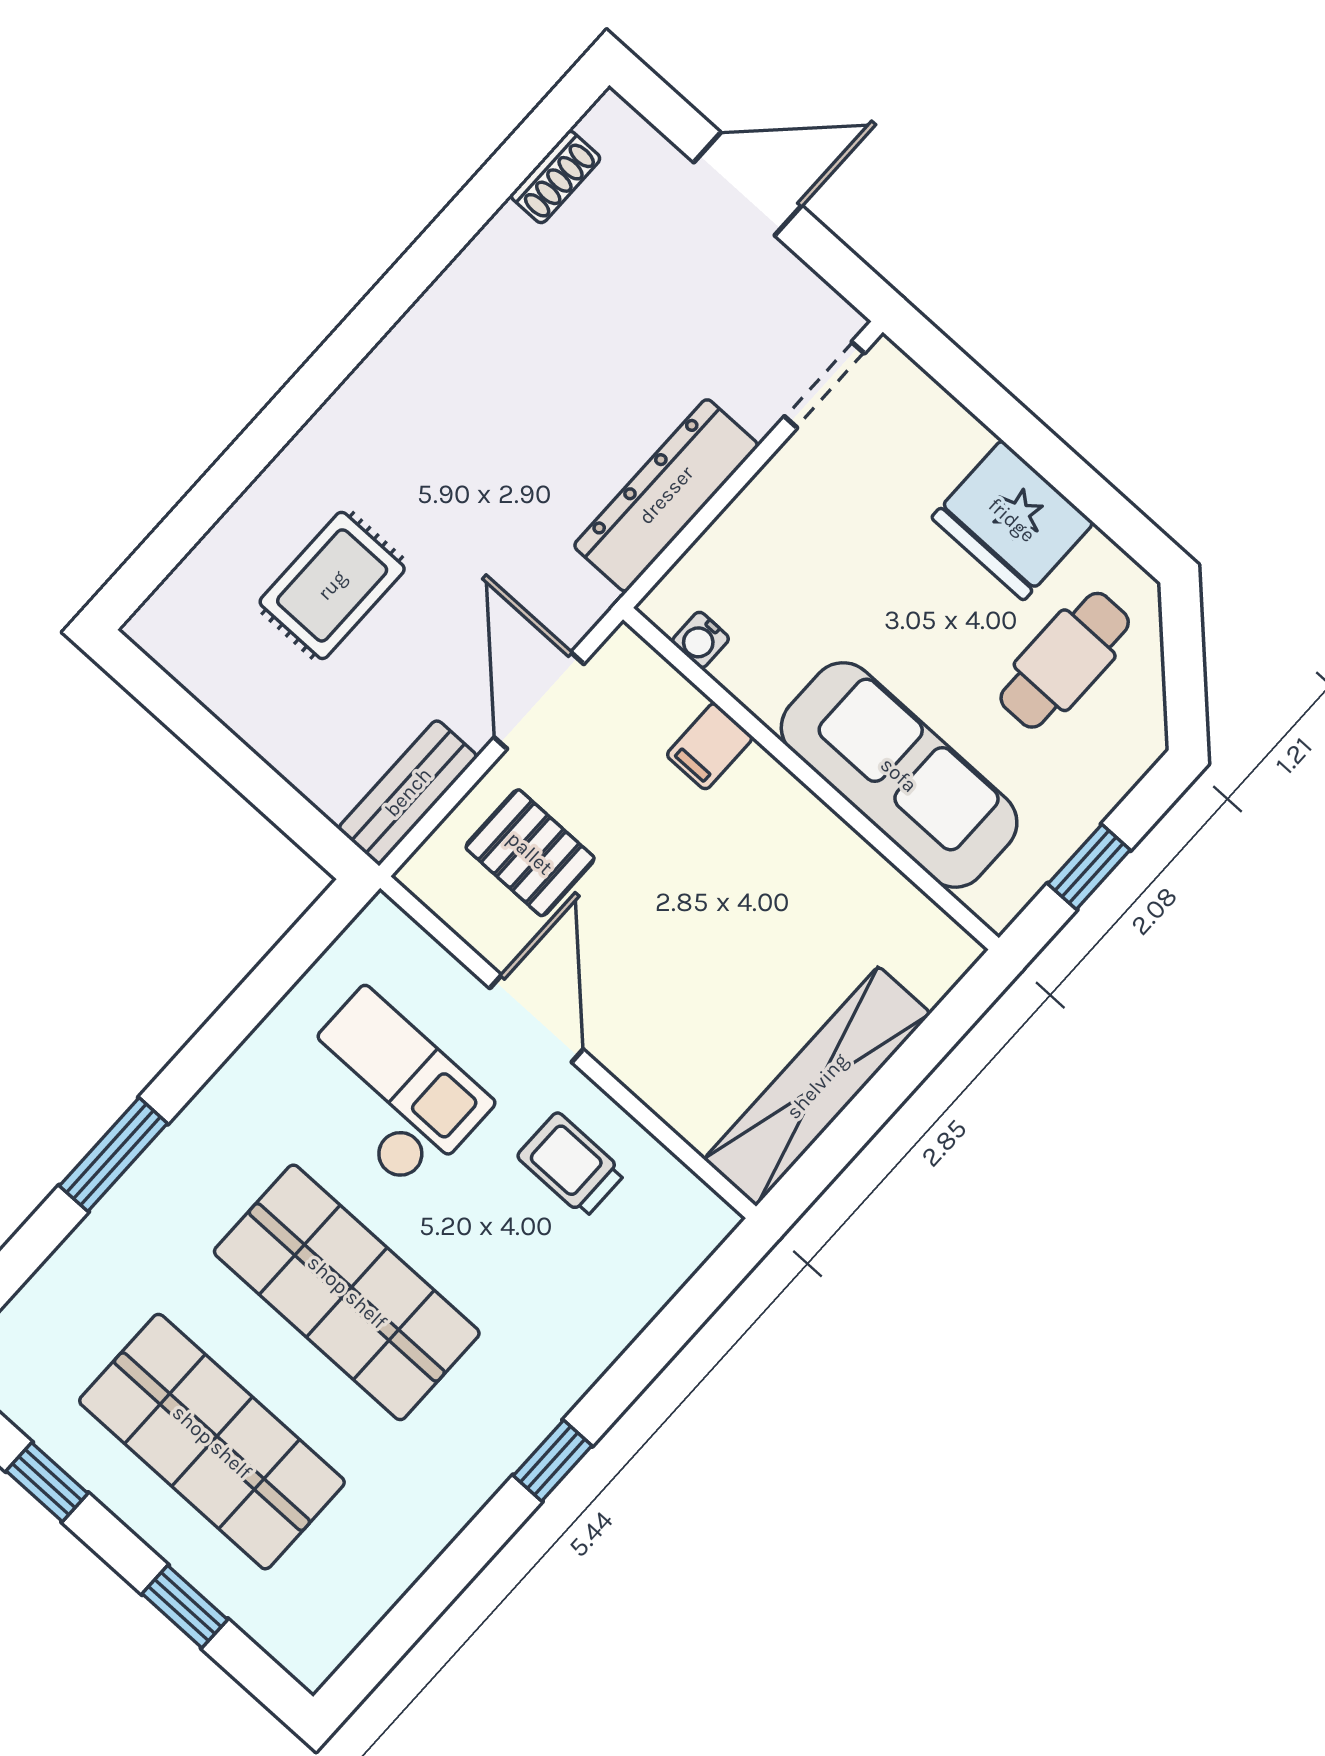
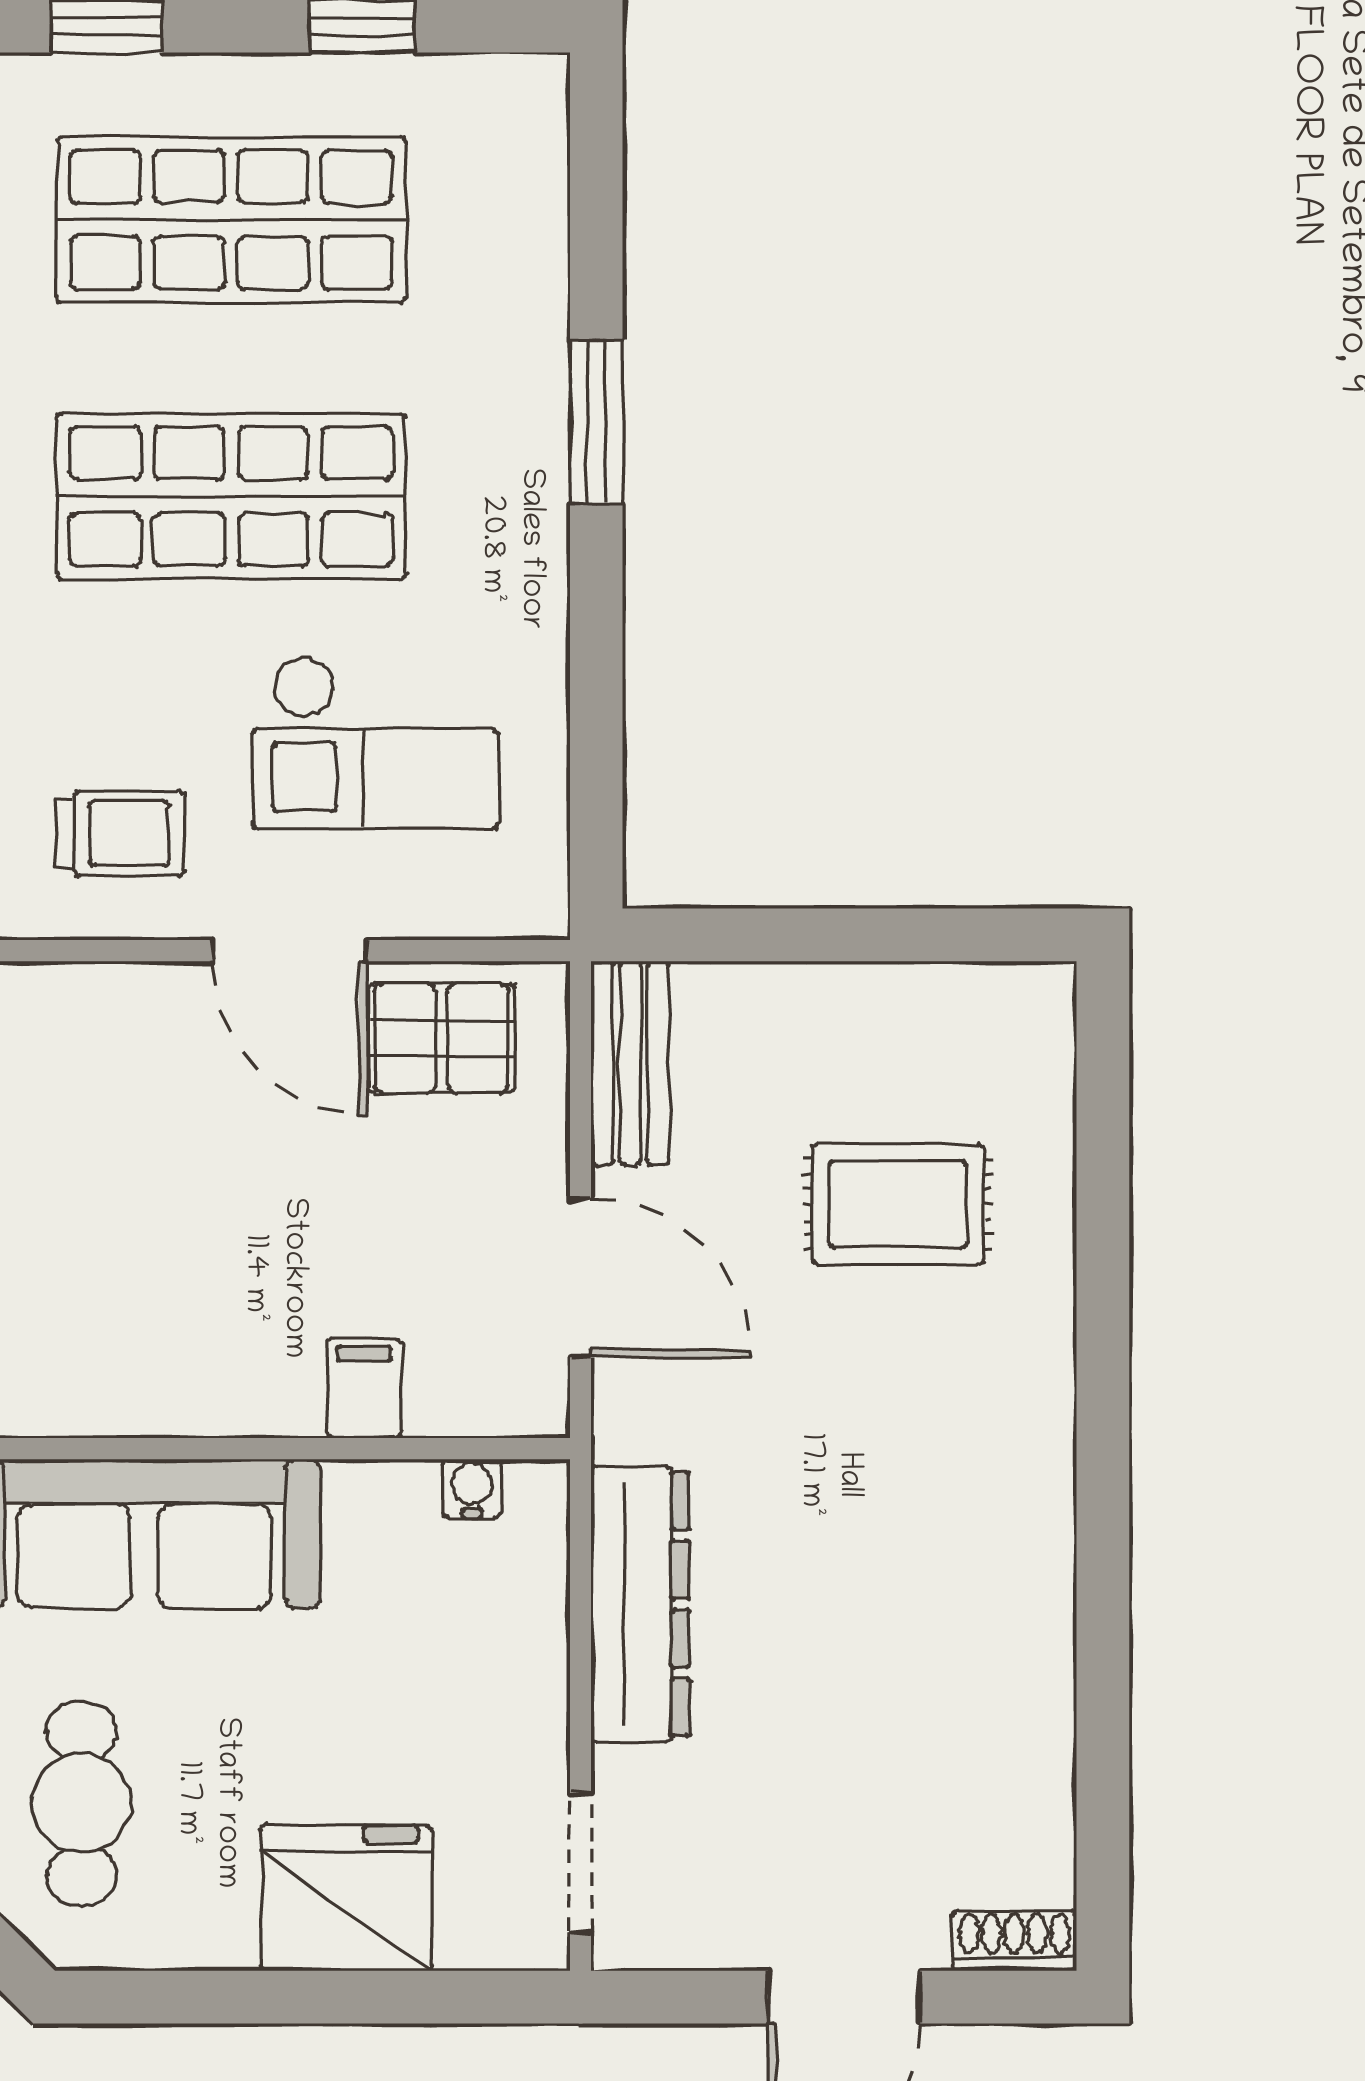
shoe rack: (555, 177) -> (1015, 1941), moved, turned 90
fridge: (1012, 520) -> (346, 1898), moved
rug: (332, 585) -> (898, 1204), turned 90
pallet: (530, 853) -> (442, 1038), moved

